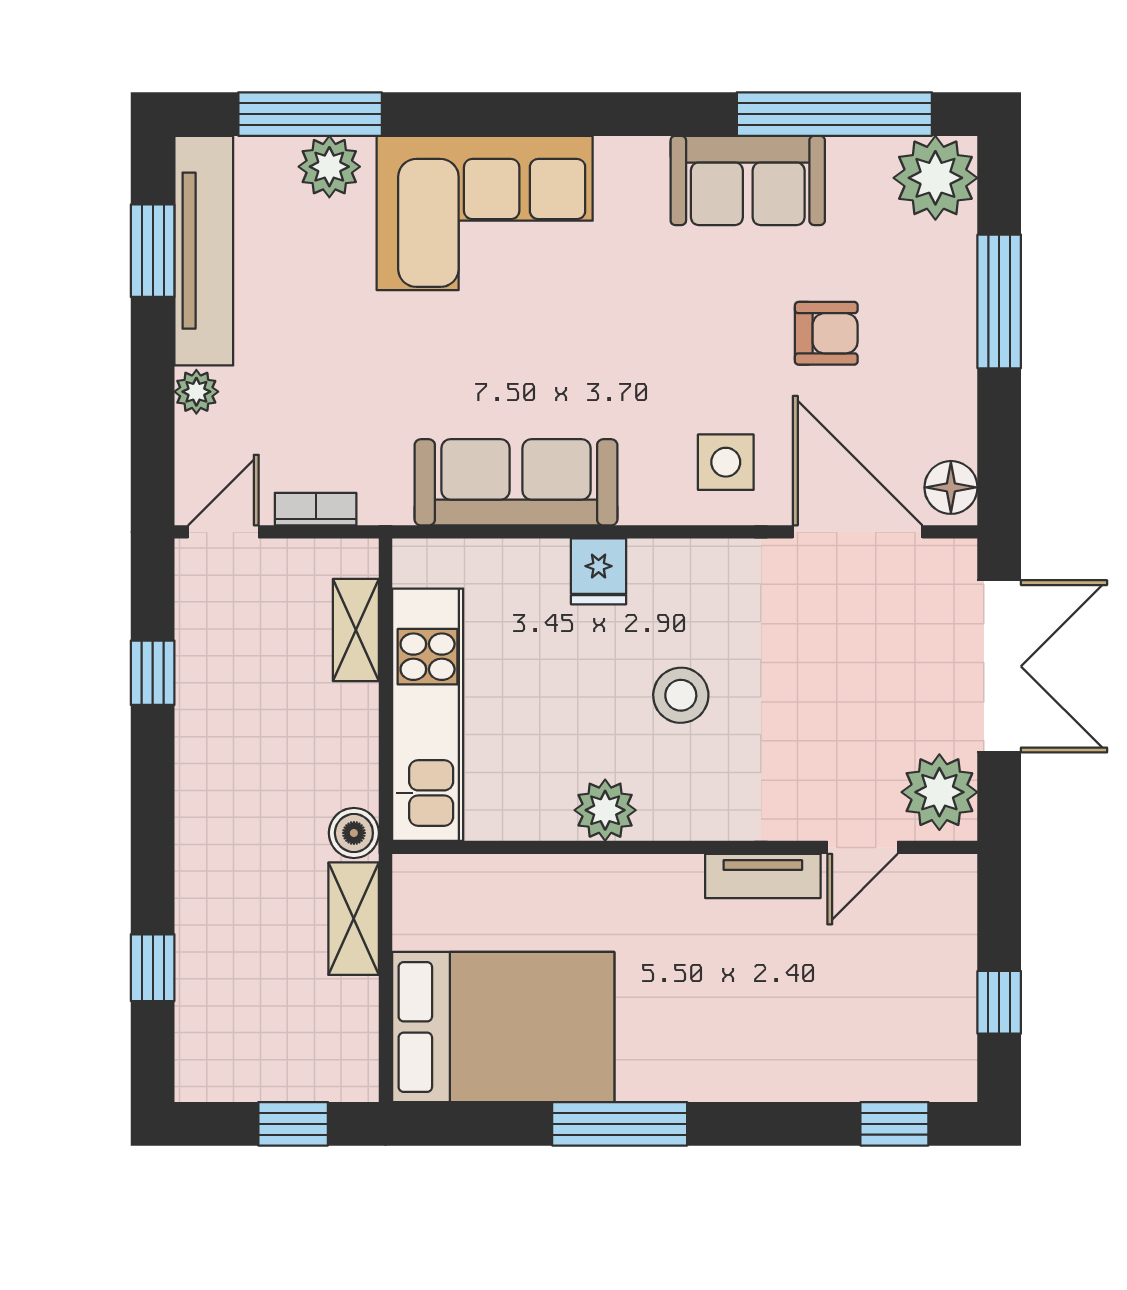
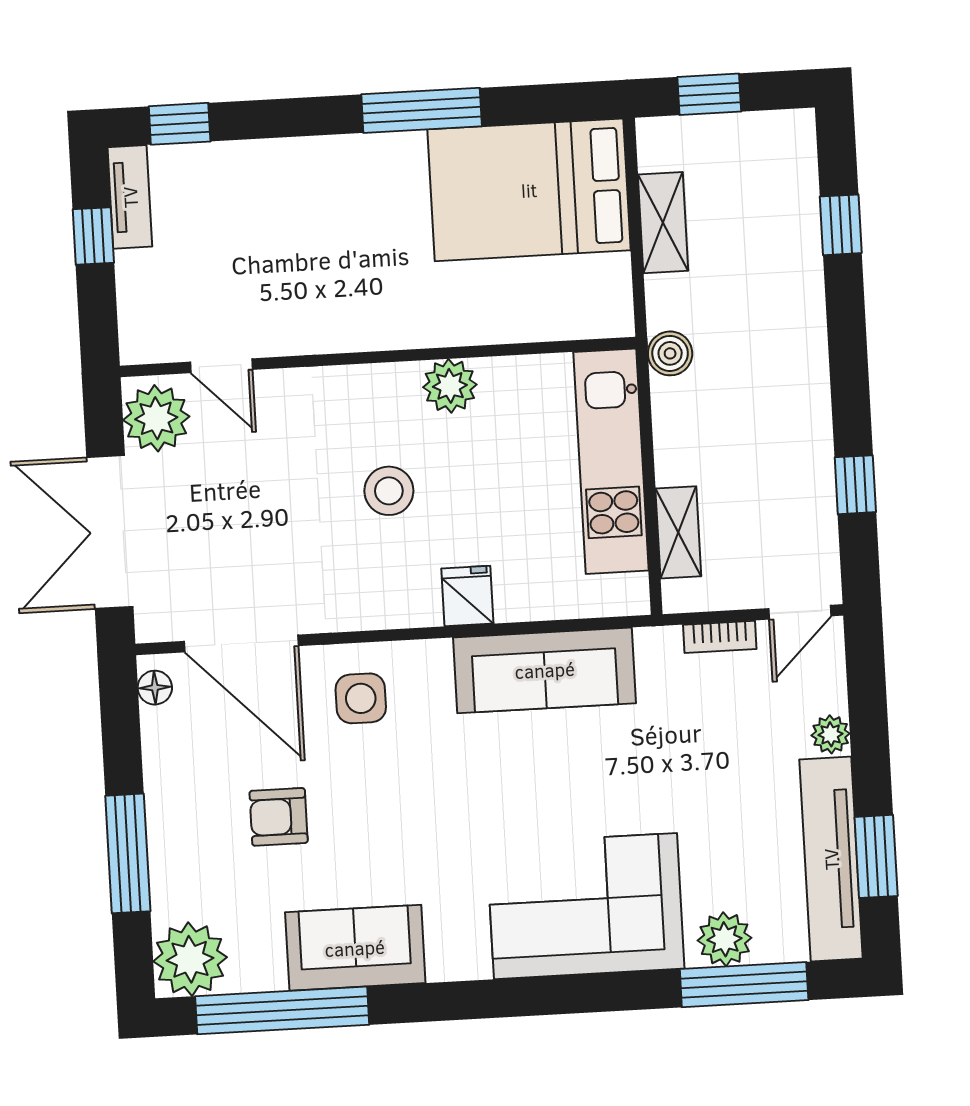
floor lamp: (951, 487) -> (155, 688), width x0.73, depth x0.73
door: (862, 847) -> (221, 366), swing flipped
tv unit: (763, 876) -> (130, 197), moved, turned 90
shelving: (354, 919) -> (663, 223), moved

